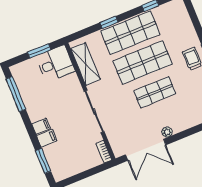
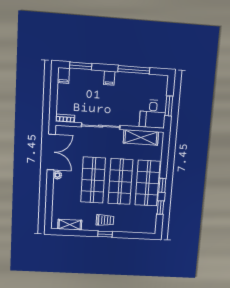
window: (109, 22) -> (162, 185), moved
shop shelf: (155, 92) -> (93, 180), width x1.43, depth x1.36
window: (16, 94) -> (134, 70), moved
filing cabinet: (47, 138) -> (63, 75), moved
double door: (146, 150) -> (51, 152), swing flipped

